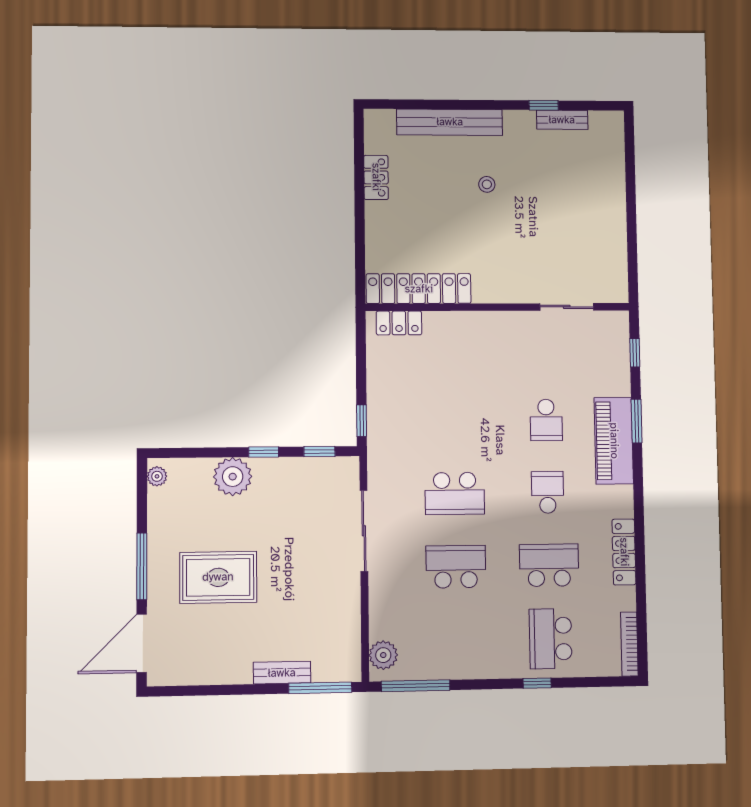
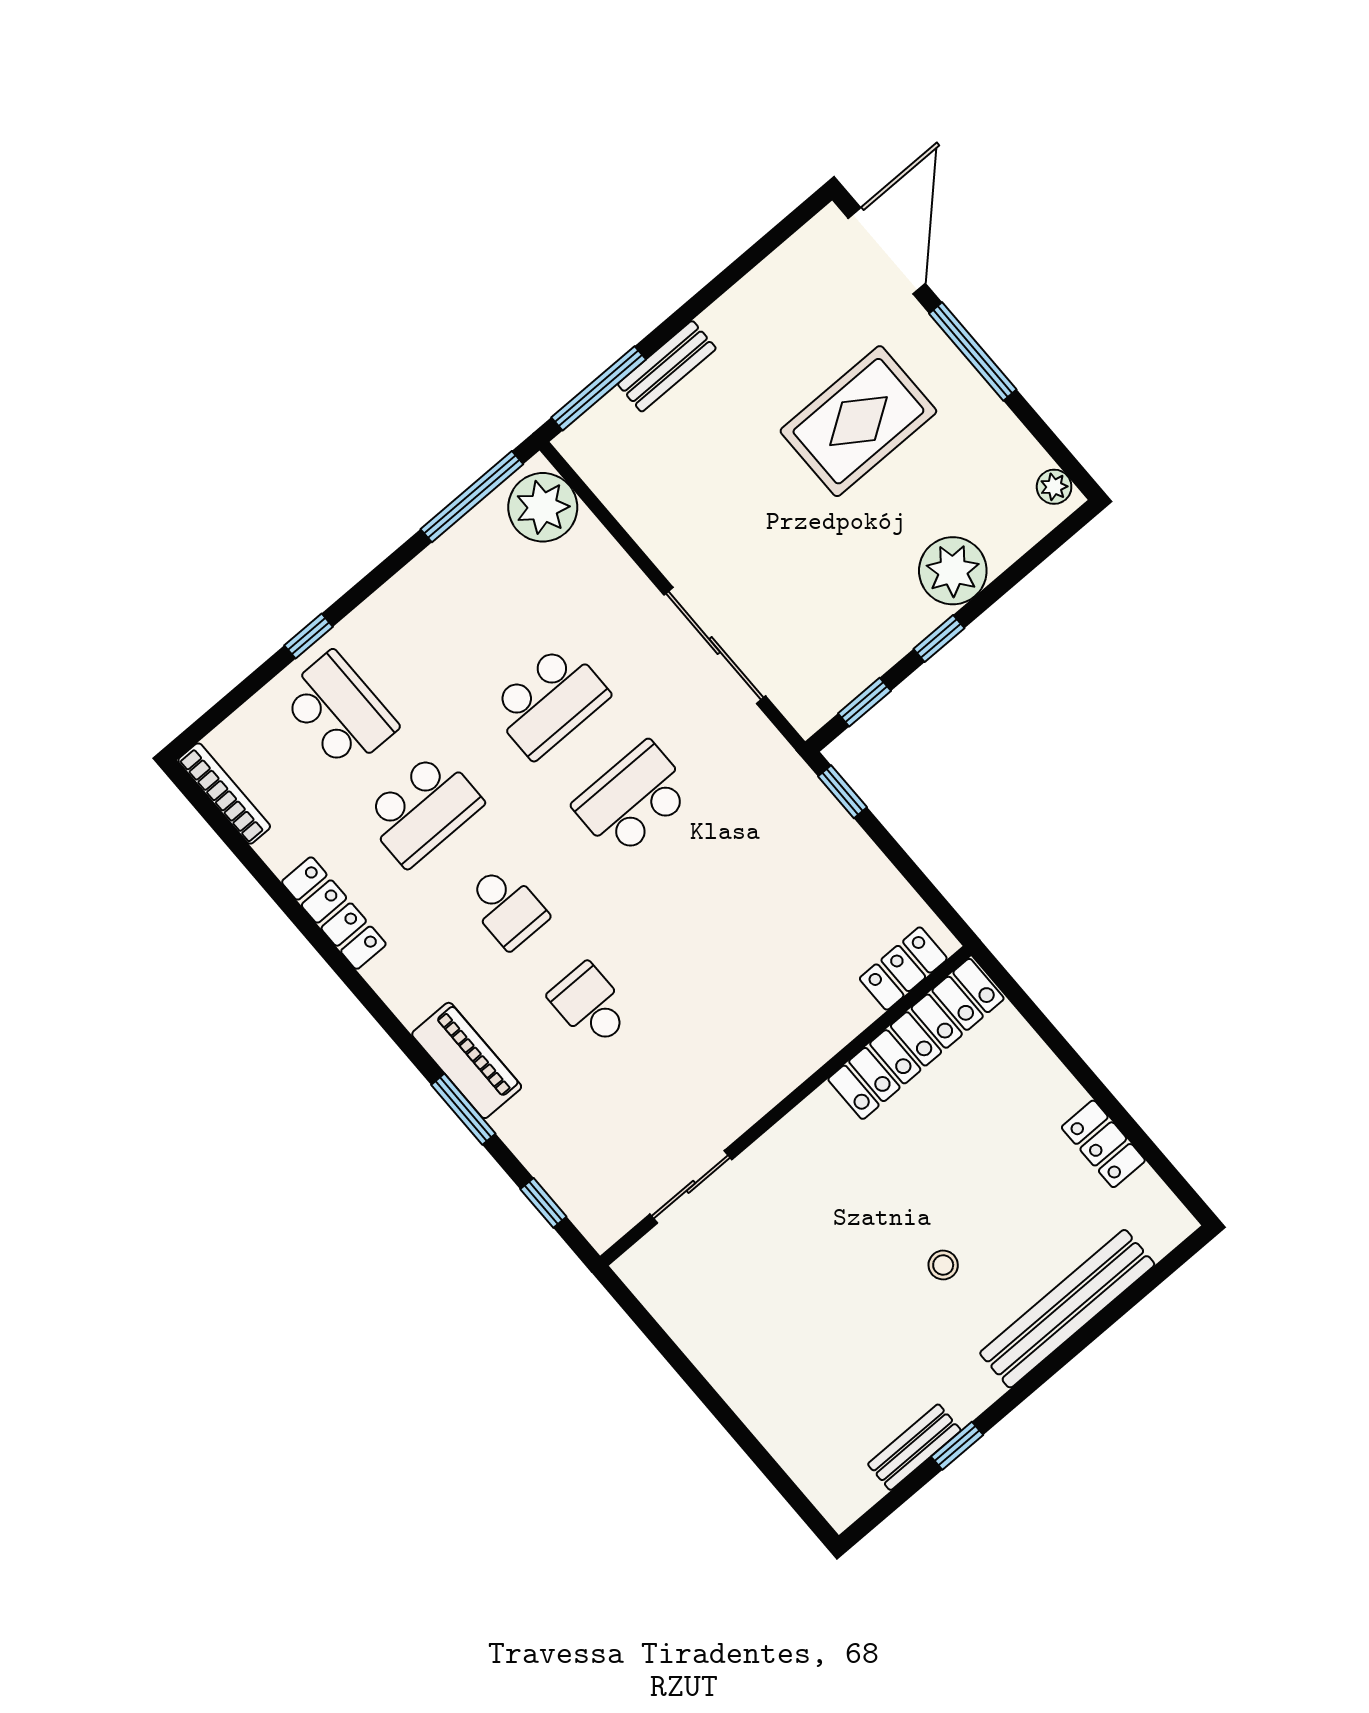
piano: (614, 441) -> (467, 1060), width x0.73, depth x0.75
plant: (383, 655) -> (543, 507), width x1.36, depth x1.36

